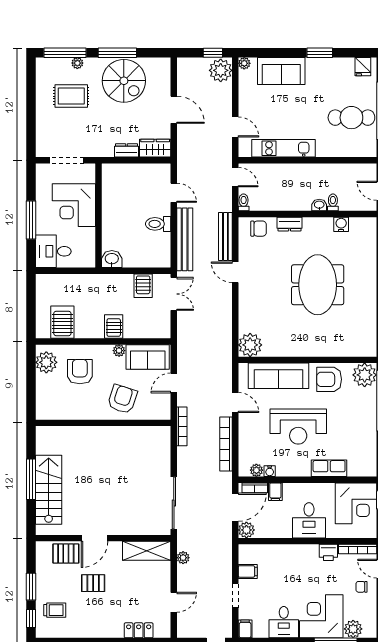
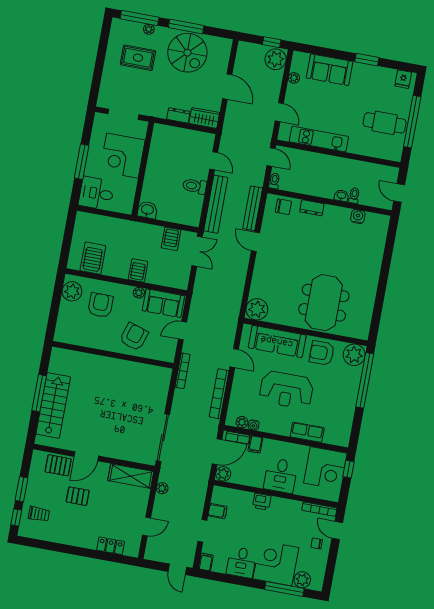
plant: (244, 63) -> (294, 78), moved
meeting table: (318, 285) -> (324, 303), moved
printer: (328, 552) -> (262, 502), moved

